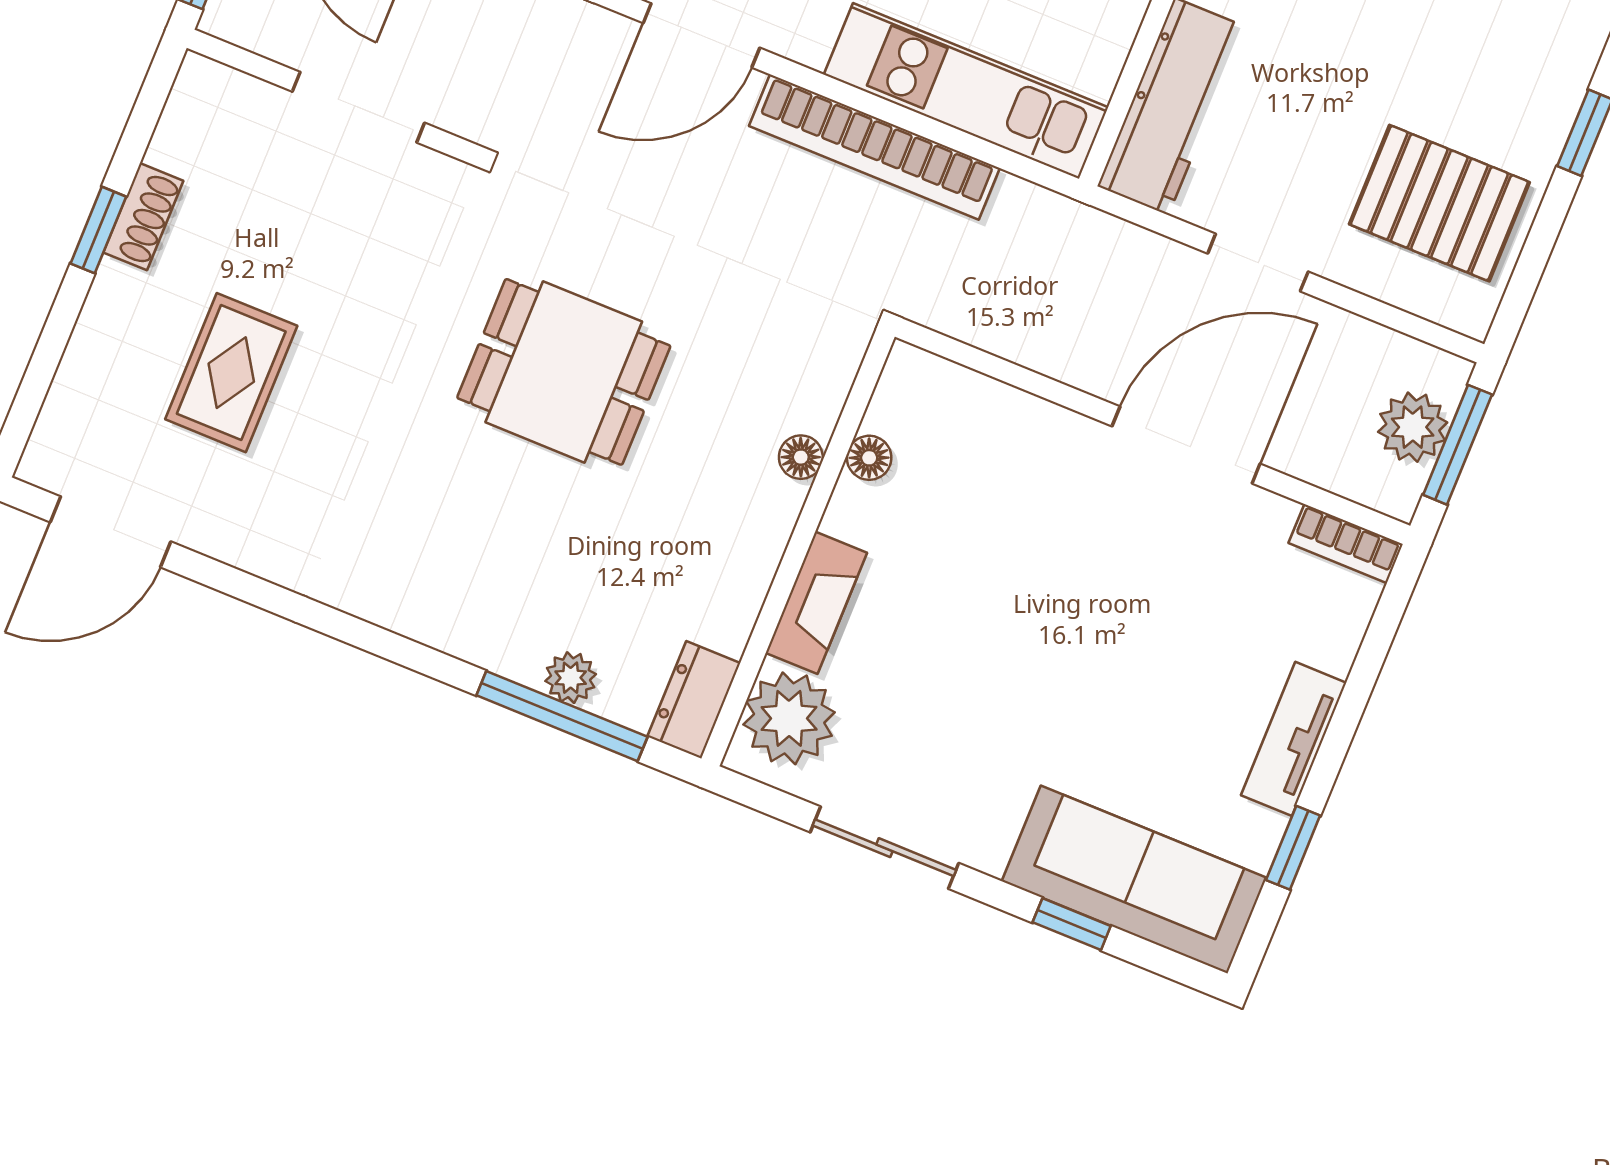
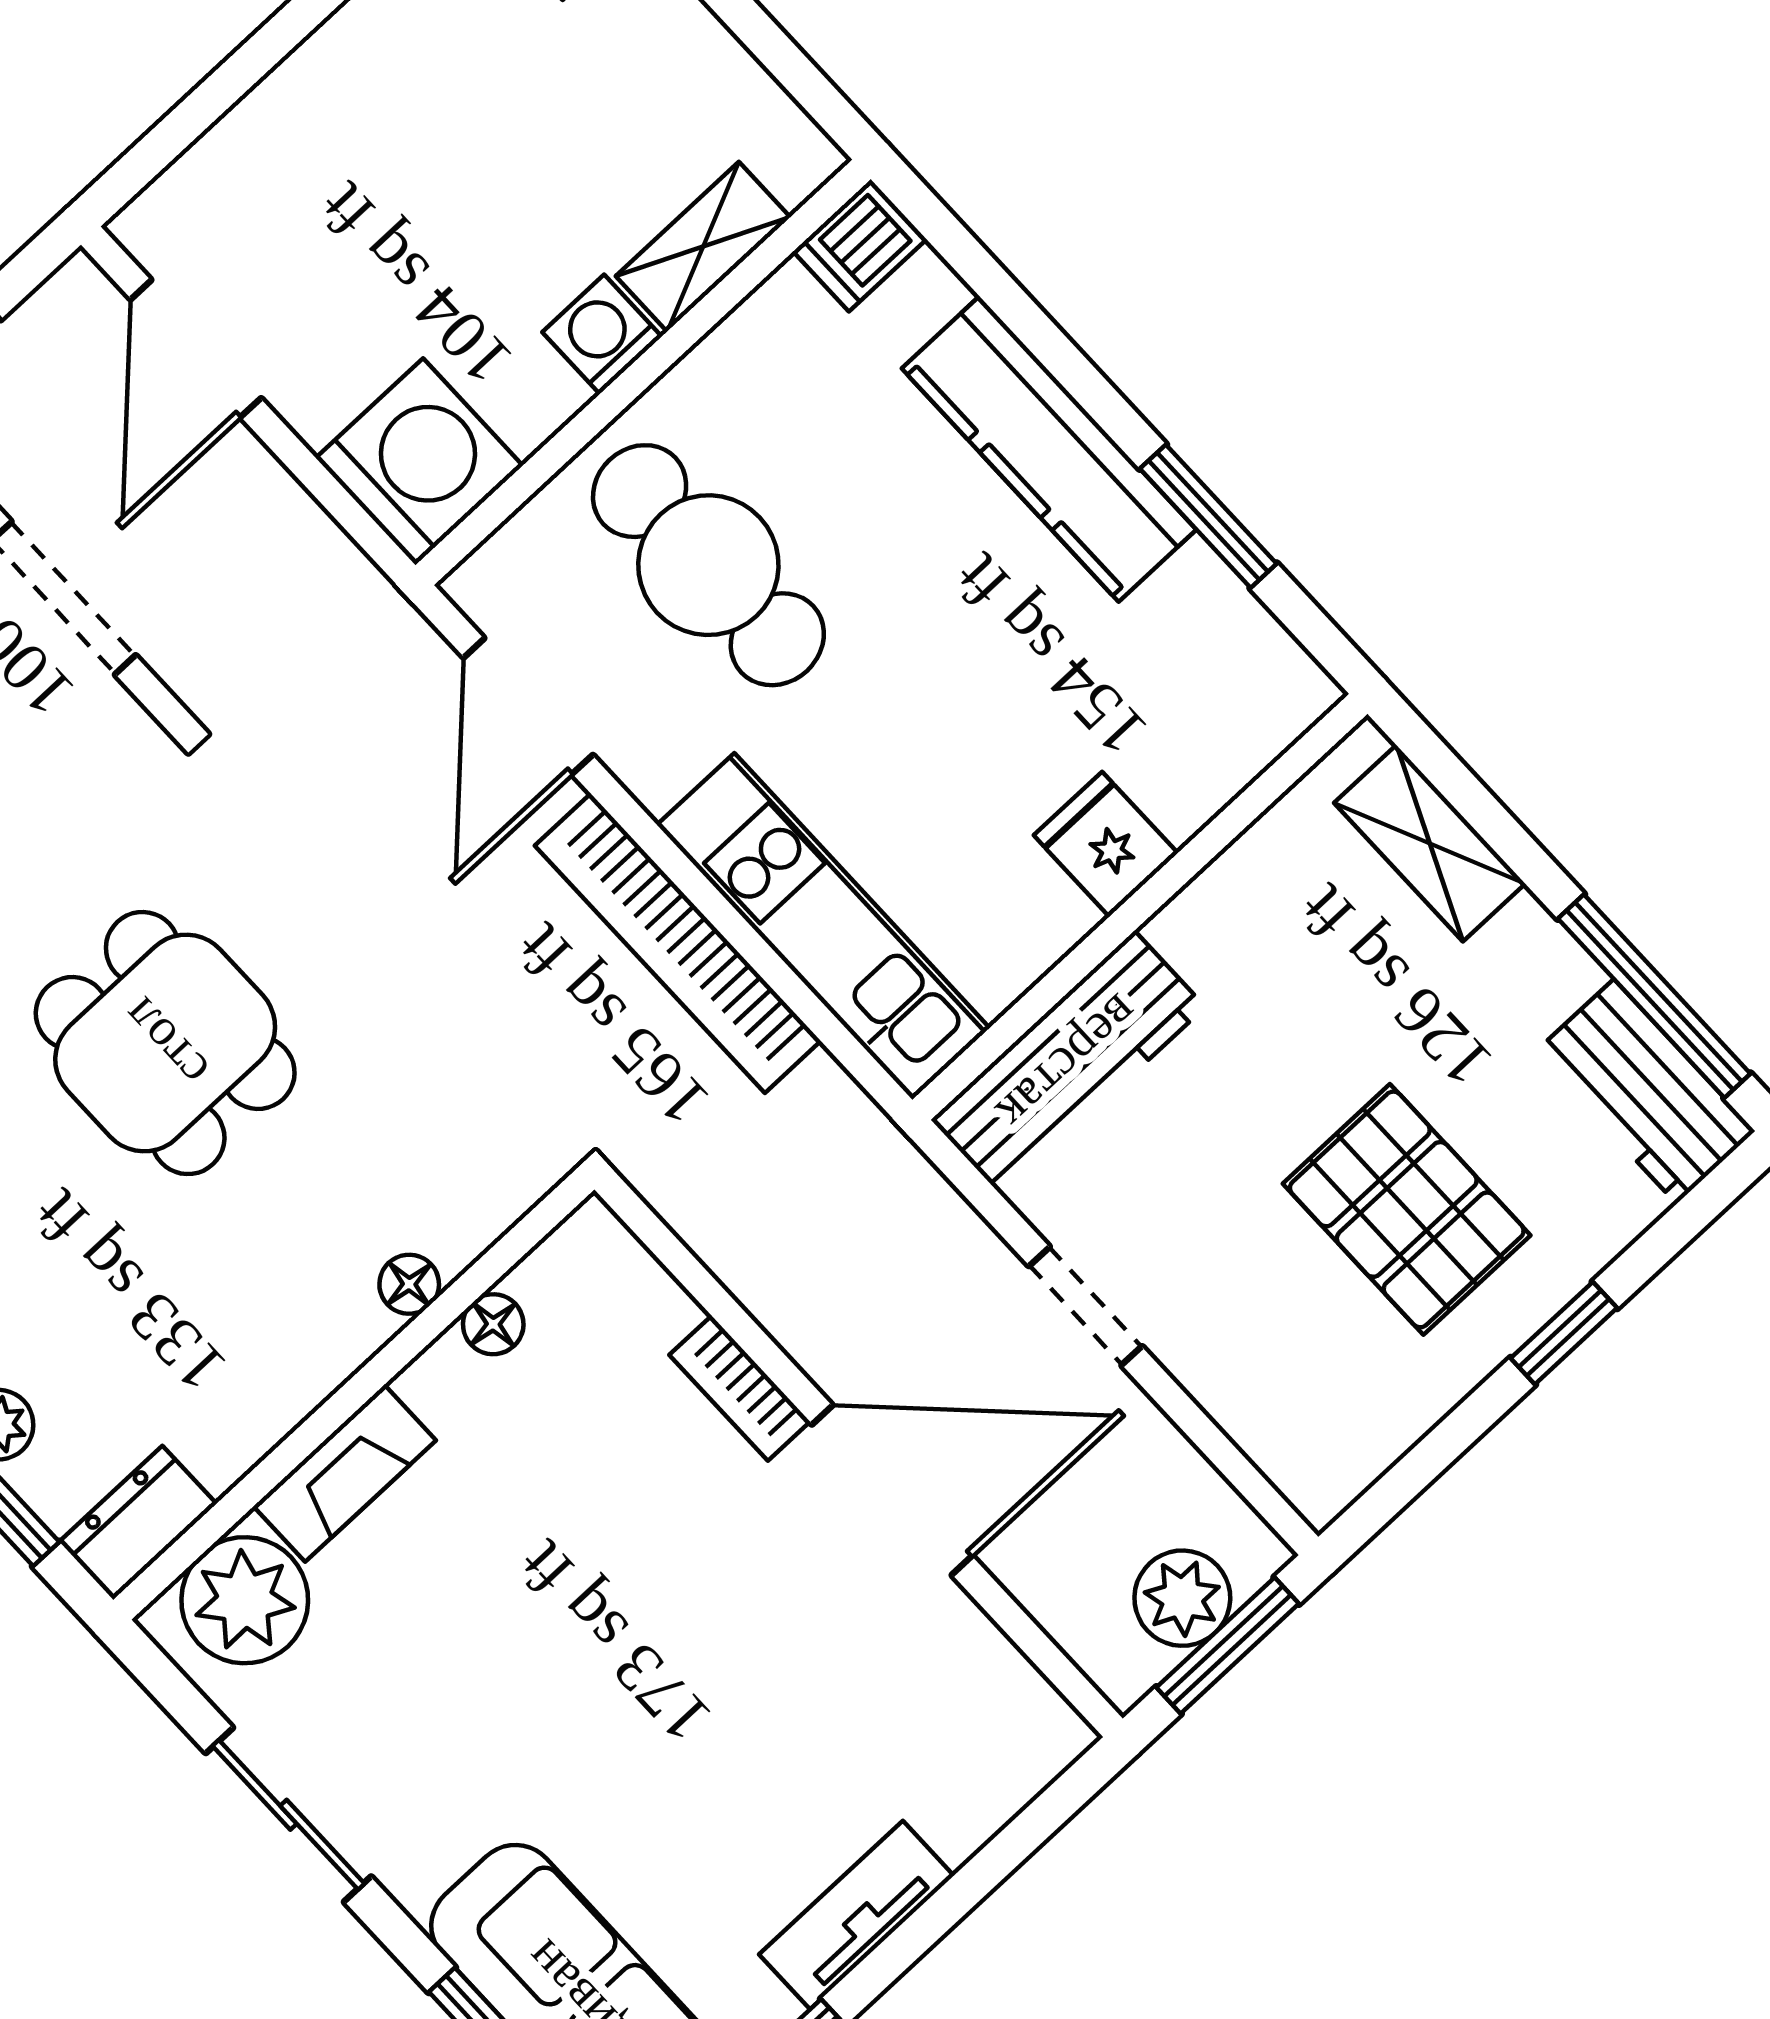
door: (701, 35) -> (528, 706), hinge flipped
pallet: (1439, 203) -> (1407, 1209), moved
bookcase: (1346, 544) -> (740, 1388), moved

